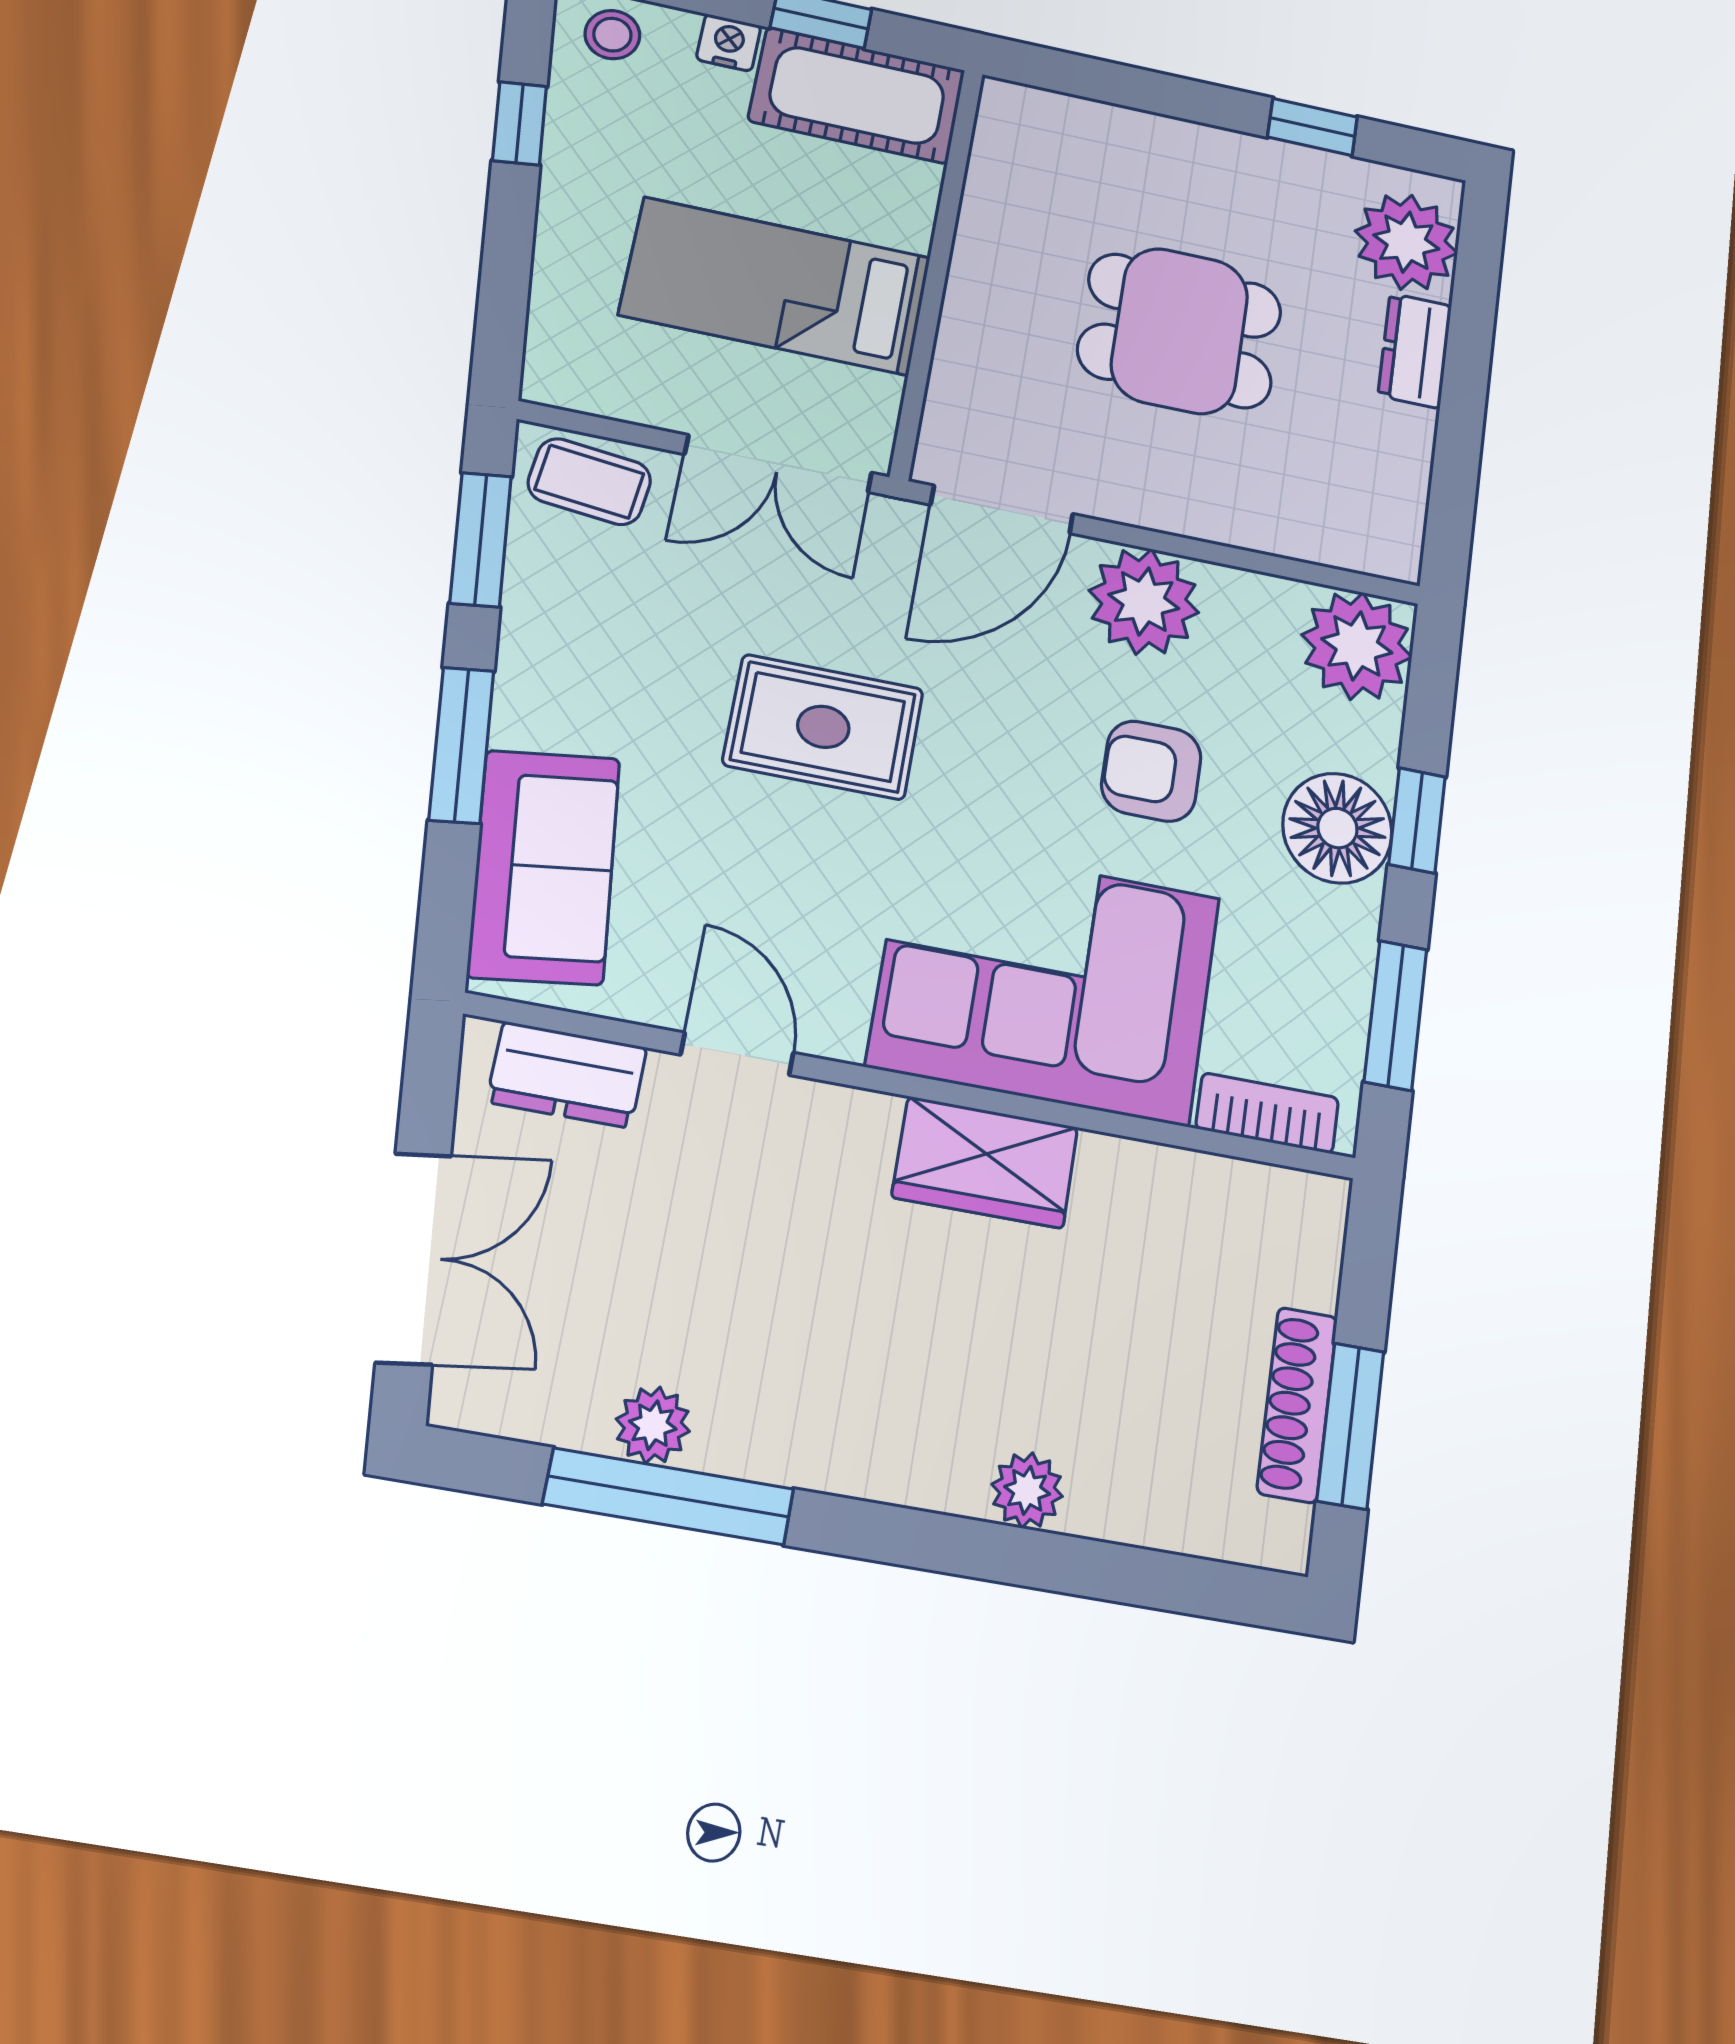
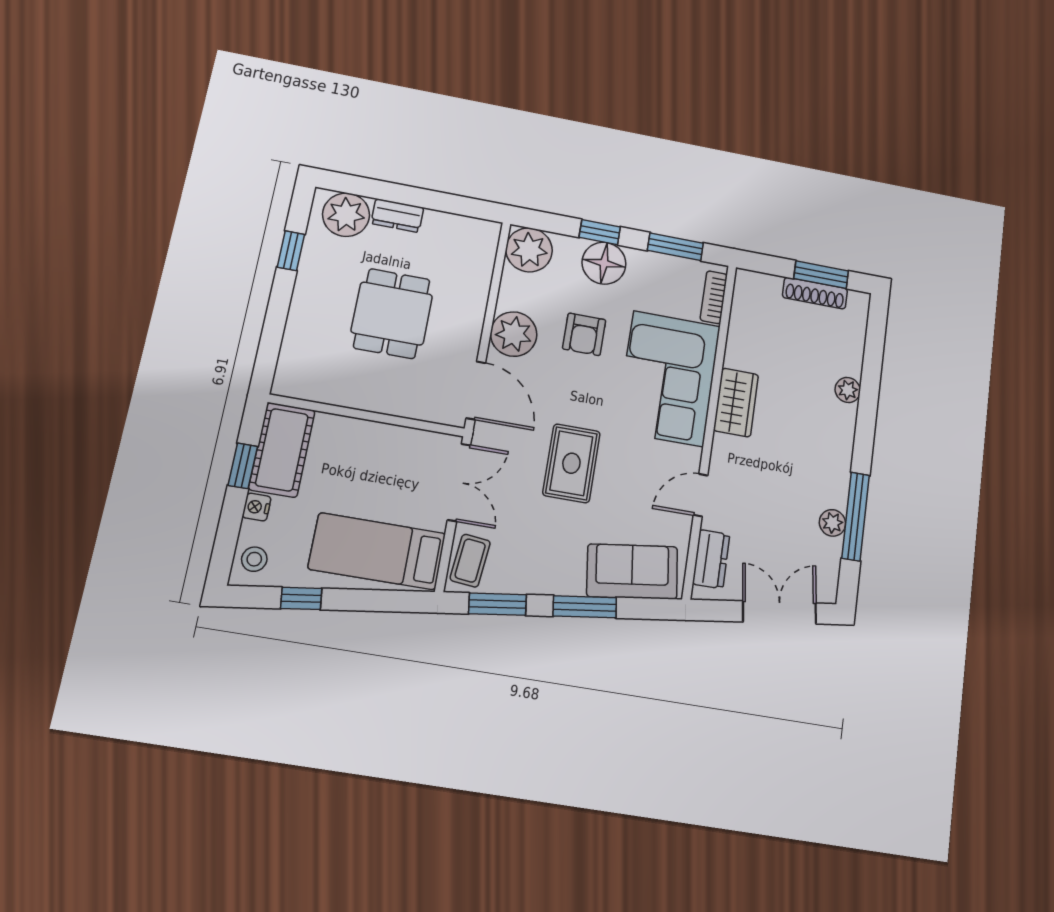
bed: (776, 286) -> (377, 551), moved, turned 90

